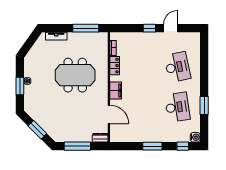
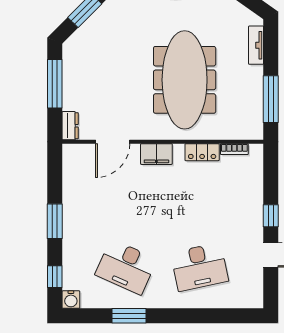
meeting table: (75, 75) -> (185, 80), width x1.36
desk: (177, 107) -> (126, 267), turned 33

